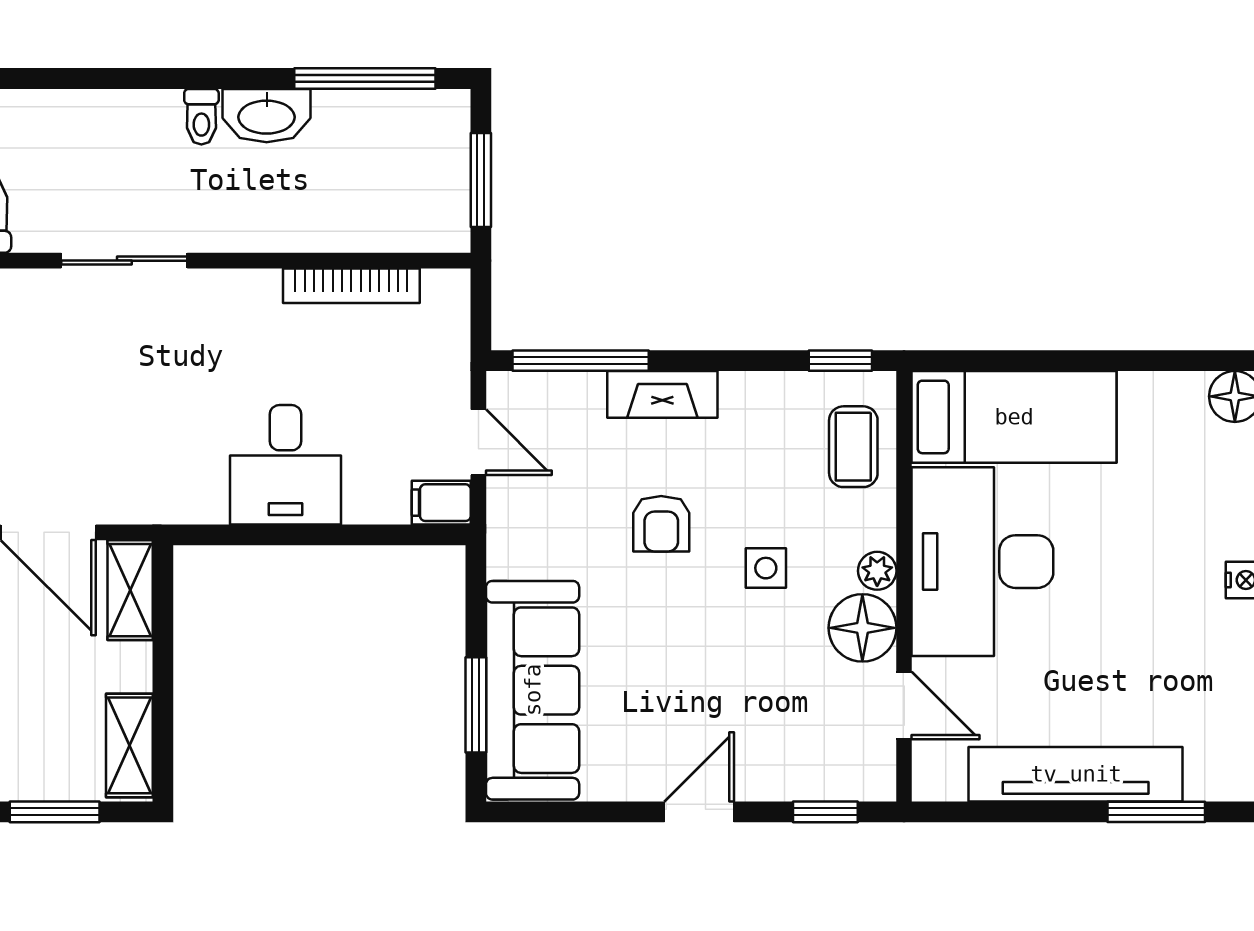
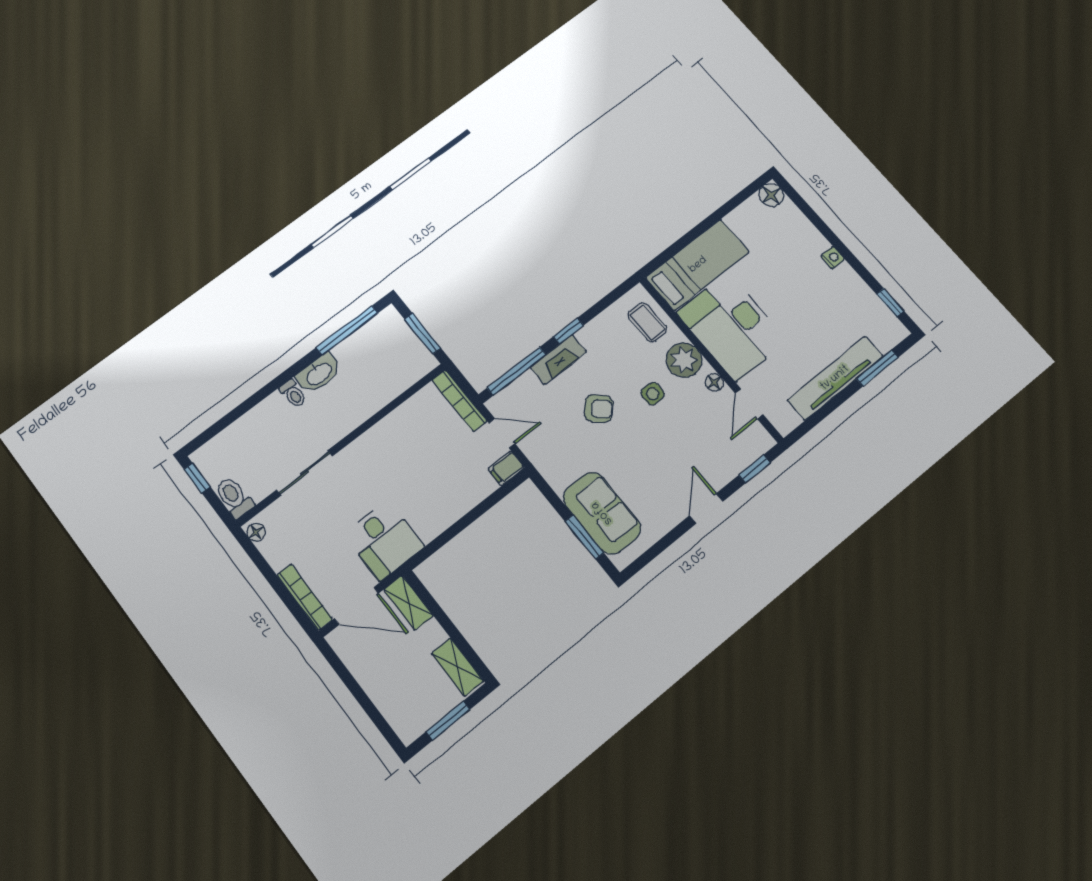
bookcase: (351, 286) -> (459, 401), moved, turned 90
window: (840, 361) -> (569, 331), moved
desk: (285, 465) -> (384, 540), moved
armchair: (661, 524) -> (599, 409), turned -47
plant: (877, 571) -> (684, 360), width x1.87, depth x1.87
floor lamp: (862, 628) -> (714, 382), width x0.53, depth x0.53
sofa: (533, 690) -> (602, 513), width x0.73
door: (904, 705) -> (749, 404), swing flipped

